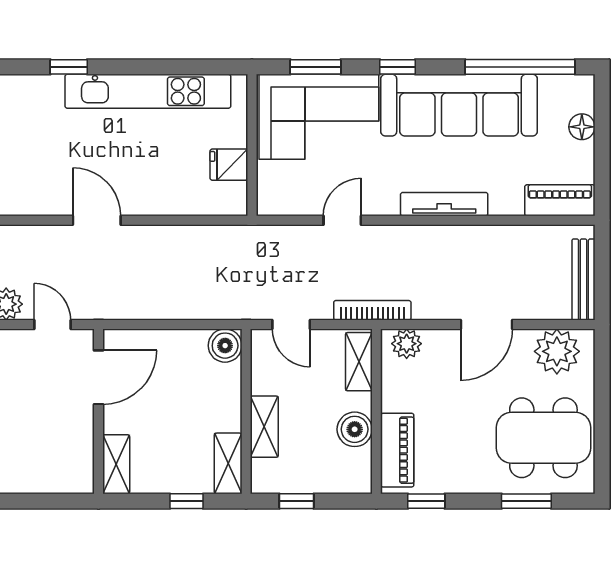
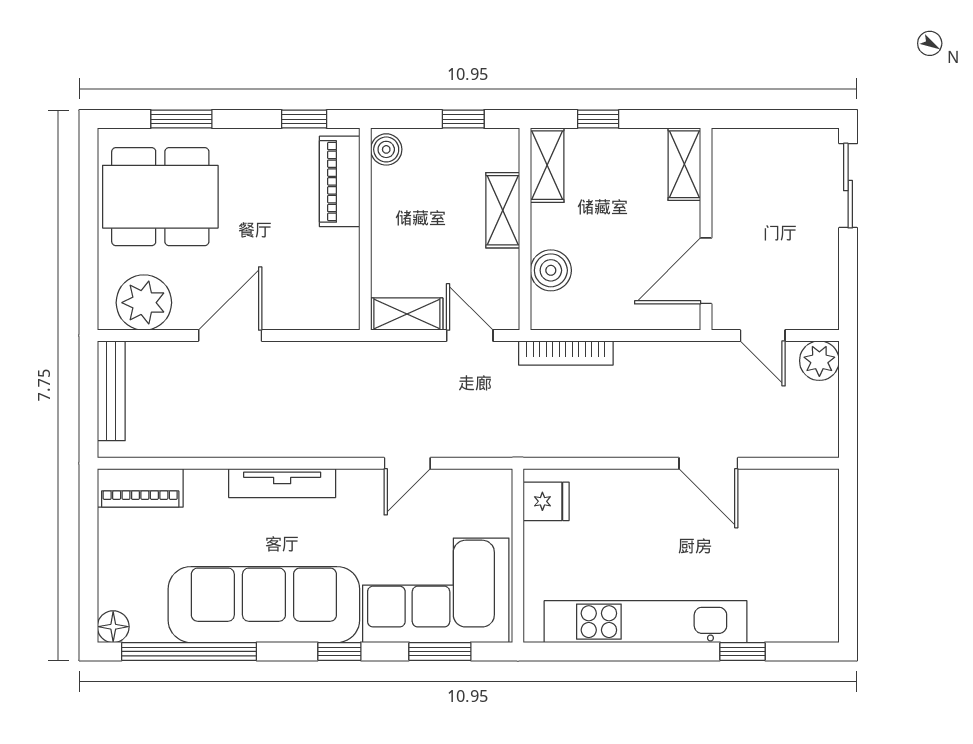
floor lamp: (582, 127) -> (113, 627), moved
fridge: (229, 165) -> (546, 501), moved
bookcase: (372, 310) -> (566, 353), moved
plant: (407, 344) -> (328, 312), removed
boiler: (225, 346) -> (551, 270), moved
shelving: (359, 362) -> (407, 314), moved, turned 90
boiler: (355, 429) -> (386, 149), moved, width x0.73, depth x0.73

